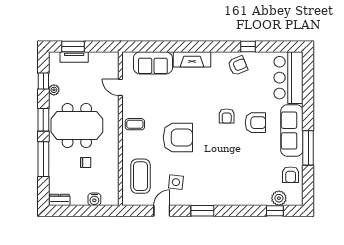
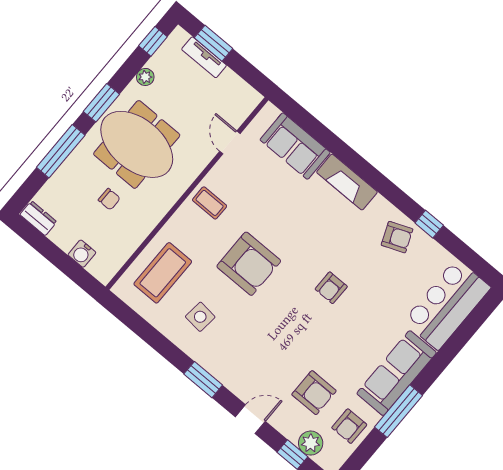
window: (43, 81) -> (153, 41), moved
armchair: (255, 123) -> (314, 393), moved
door: (162, 211) -> (250, 419), moved

